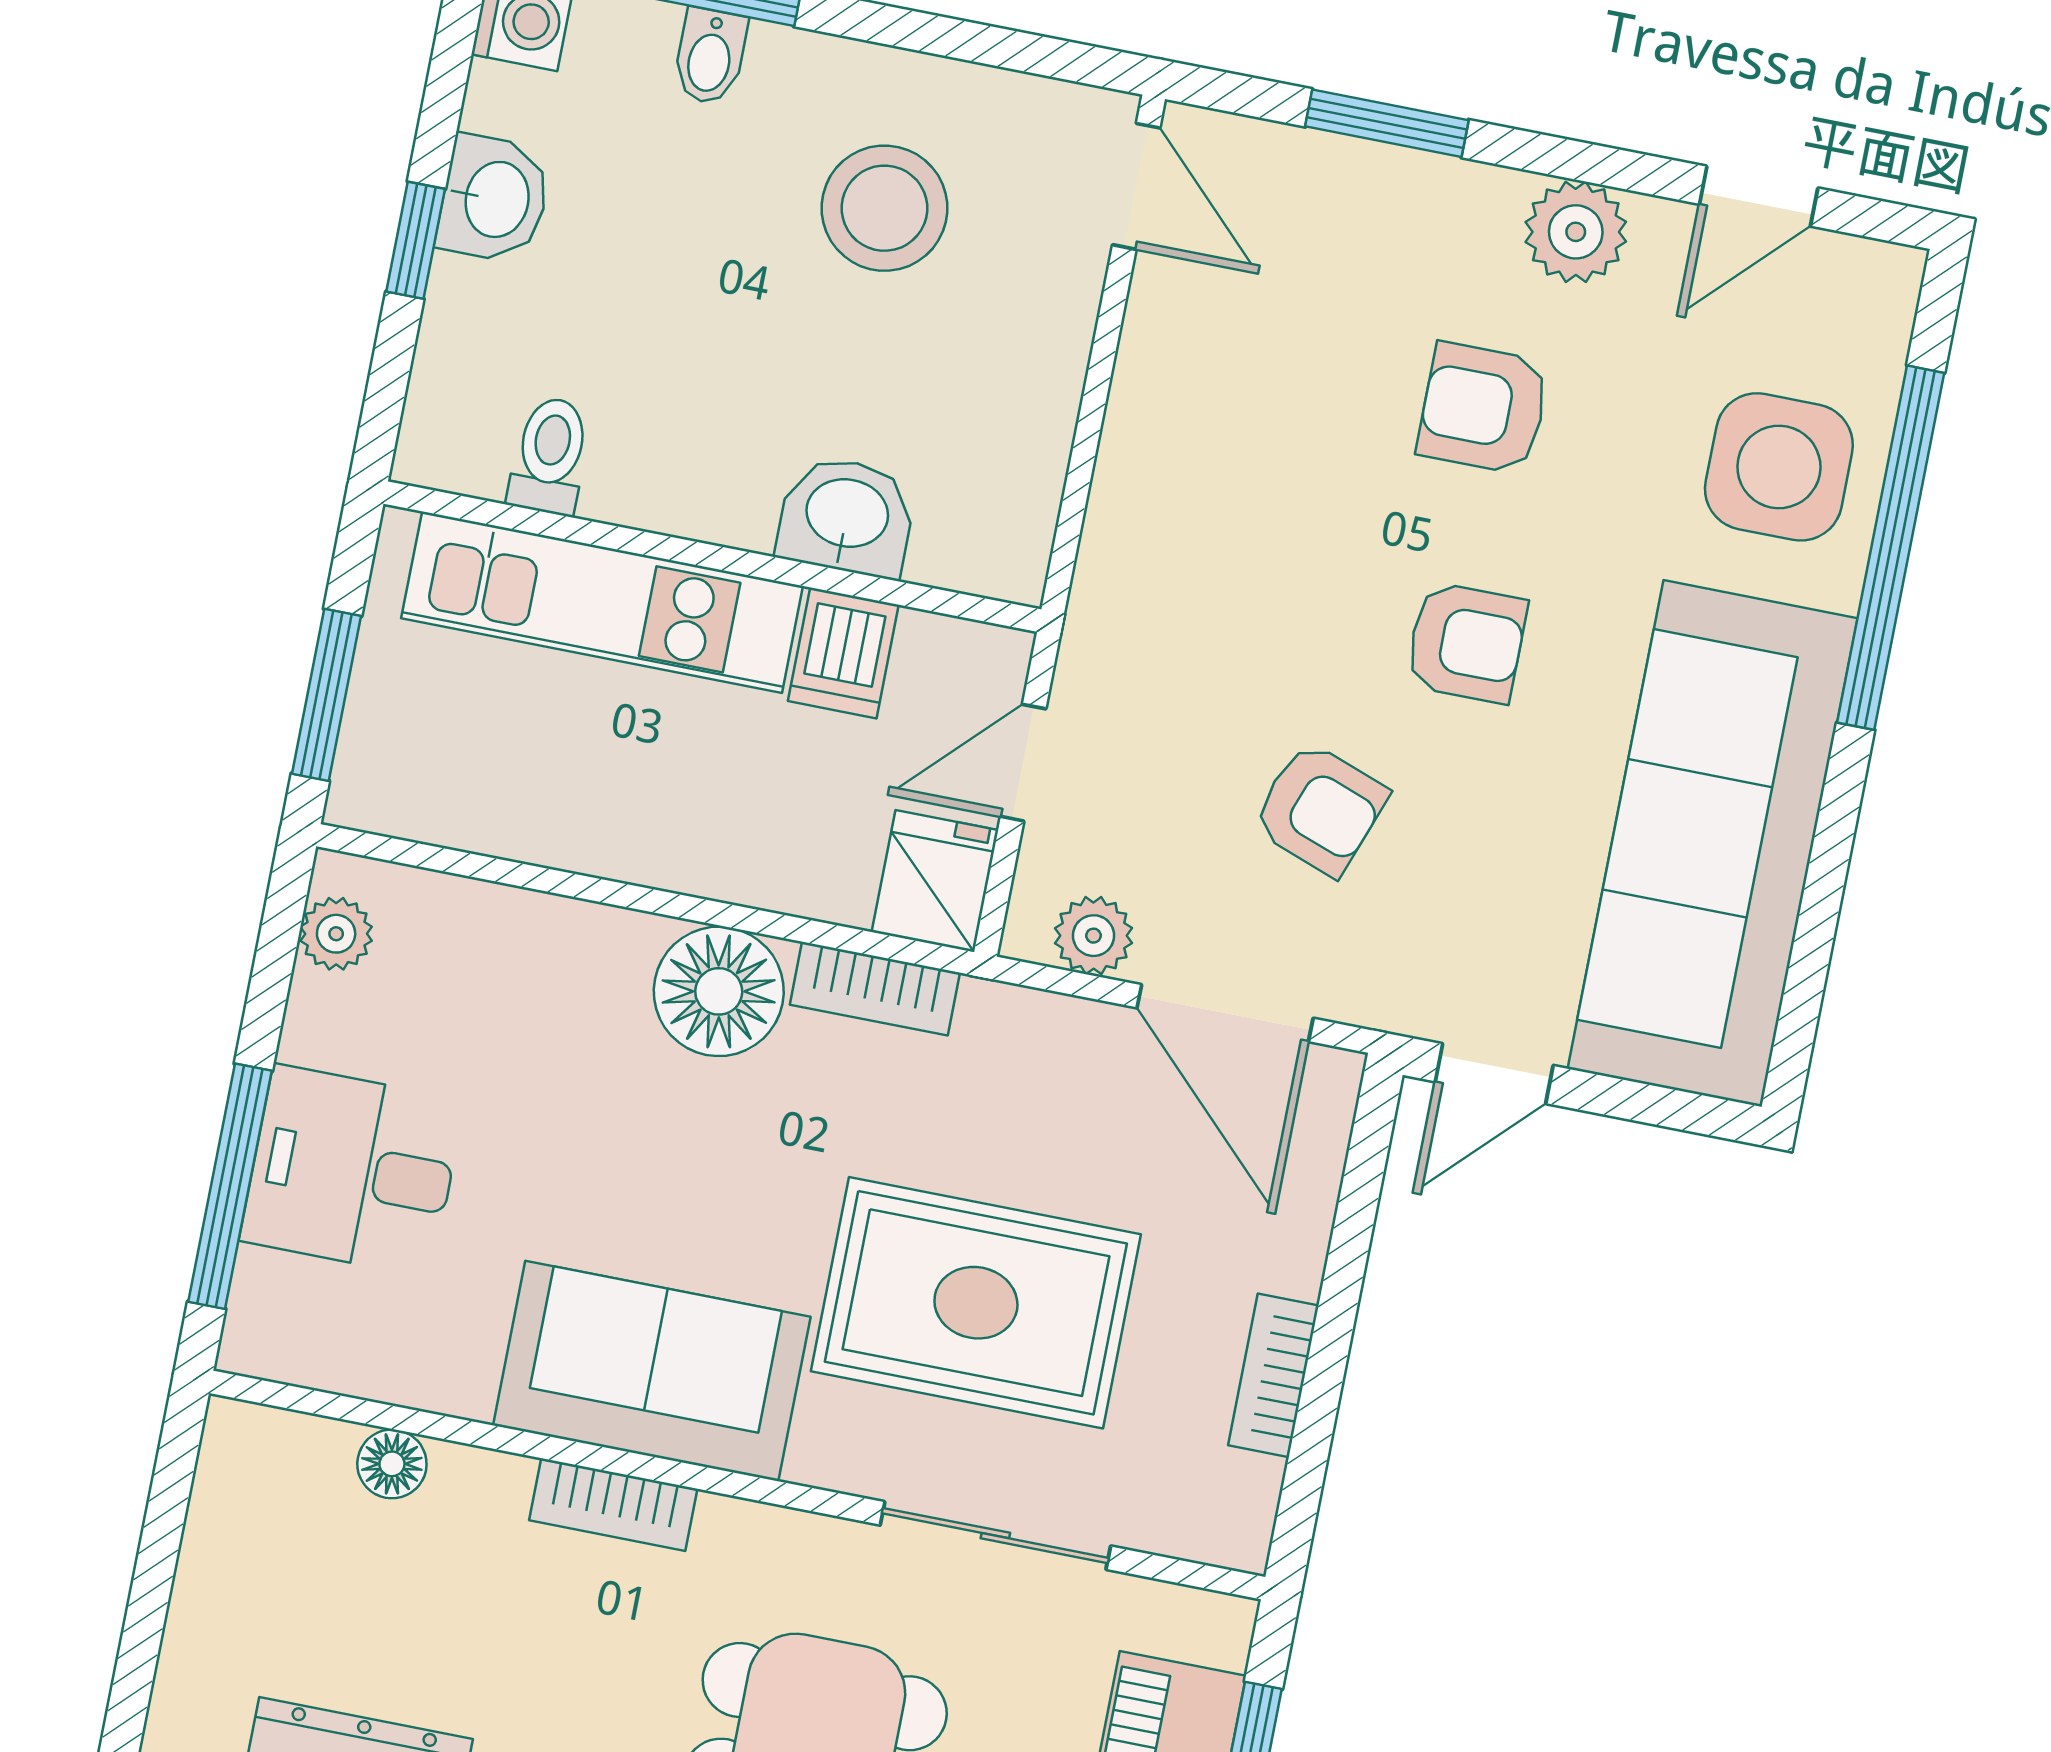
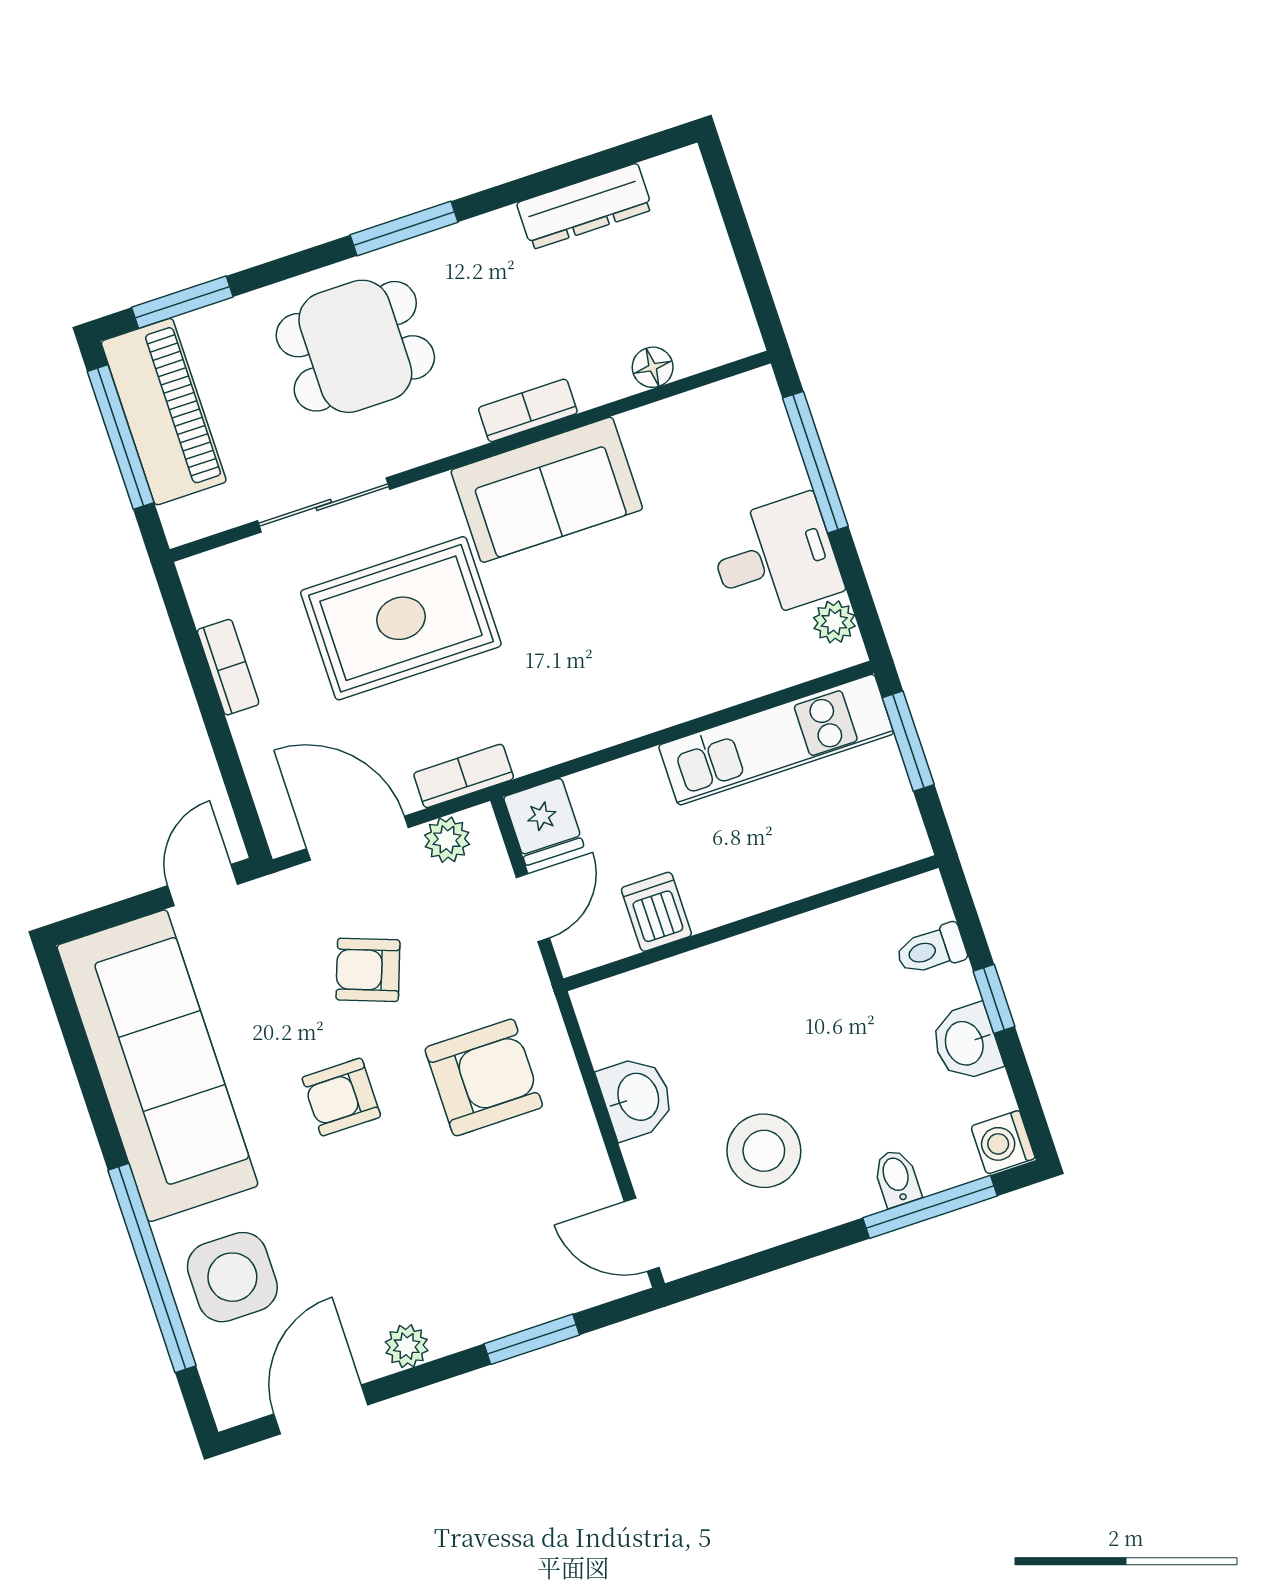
door: (1759, 196) -> (321, 1409), width x1.38
plant: (1576, 232) -> (407, 1346), width x0.73, depth x0.73
armchair: (1483, 408) -> (484, 1077), moved, width x1.38, depth x1.38
toilet: (550, 456) -> (931, 950), moved, turned 90
washbasin: (847, 516) -> (636, 1097), moved, turned -90
kitchen unit: (602, 602) -> (776, 740), moved, turned 180
bookcase: (875, 989) -> (464, 776), moved
floor lamp: (719, 991) -> (622, 703), removed
desk: (352, 1171) -> (775, 558), moved

